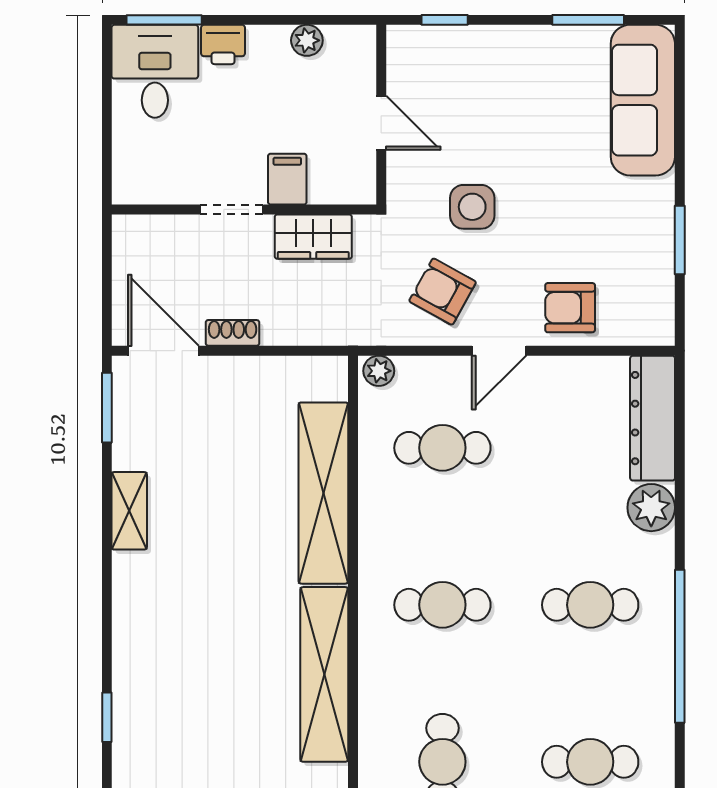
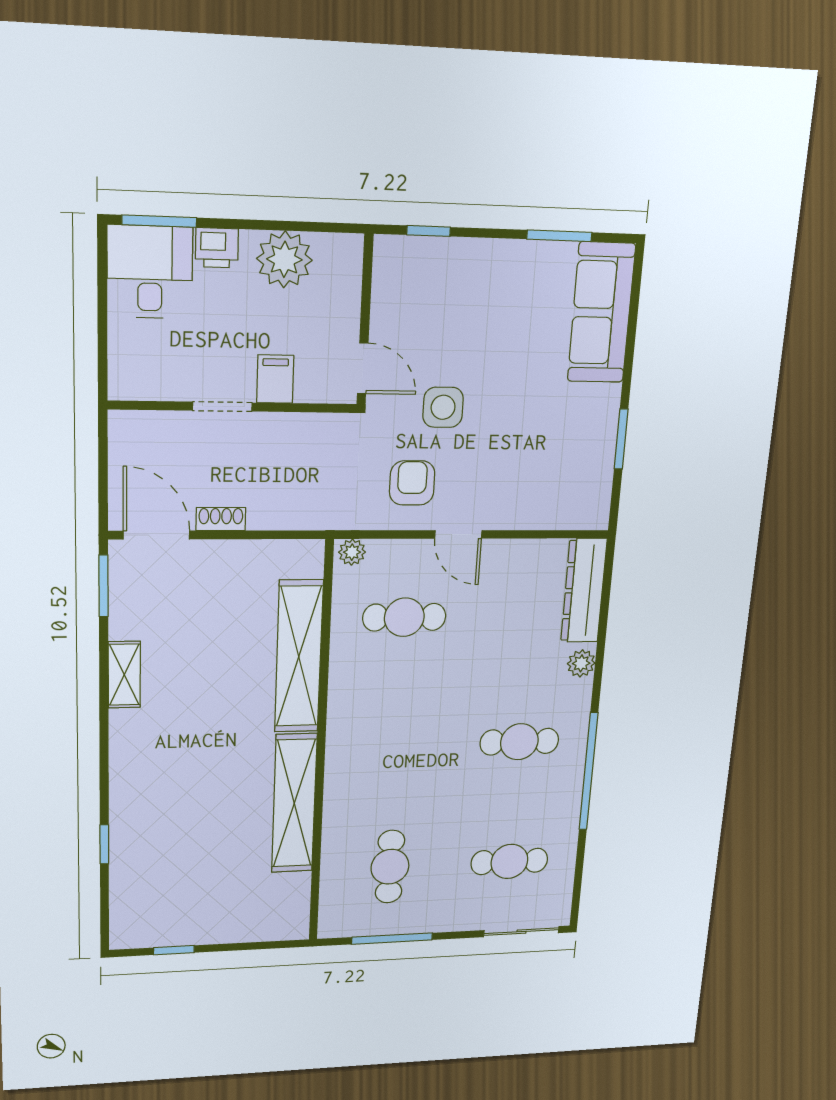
plant: (307, 40) -> (284, 259), width x1.88, depth x1.88
door: (381, 123) -> (363, 368), moved
wardrobe: (313, 237) -> (298, 433), removed
armchair: (443, 292) -> (412, 483), turned 61
armchair: (570, 308) -> (522, 497), removed
door: (499, 351) -> (458, 534), hinge flipped
plant: (651, 508) -> (581, 663), width x0.73, depth x0.73
cafe table: (442, 605) -> (397, 745), removed

